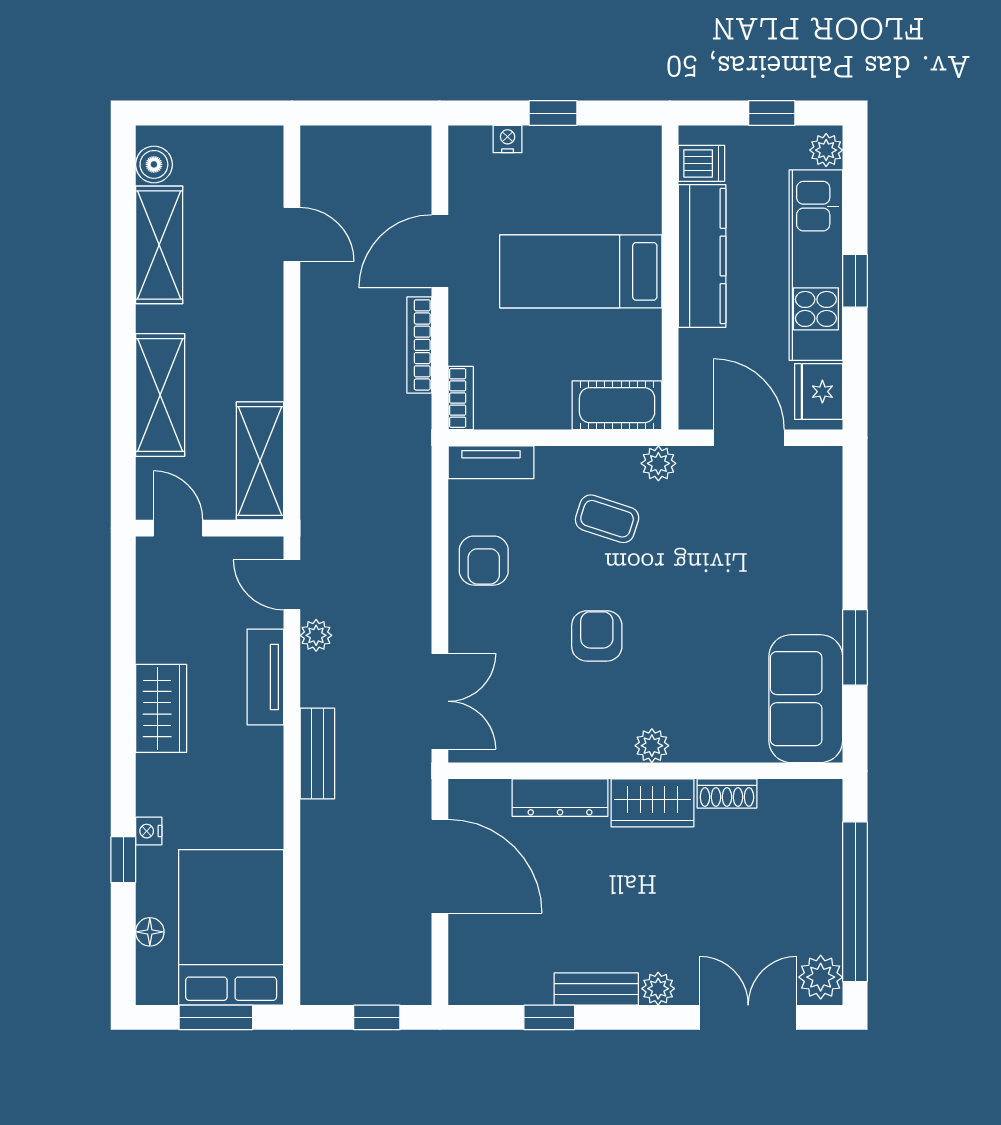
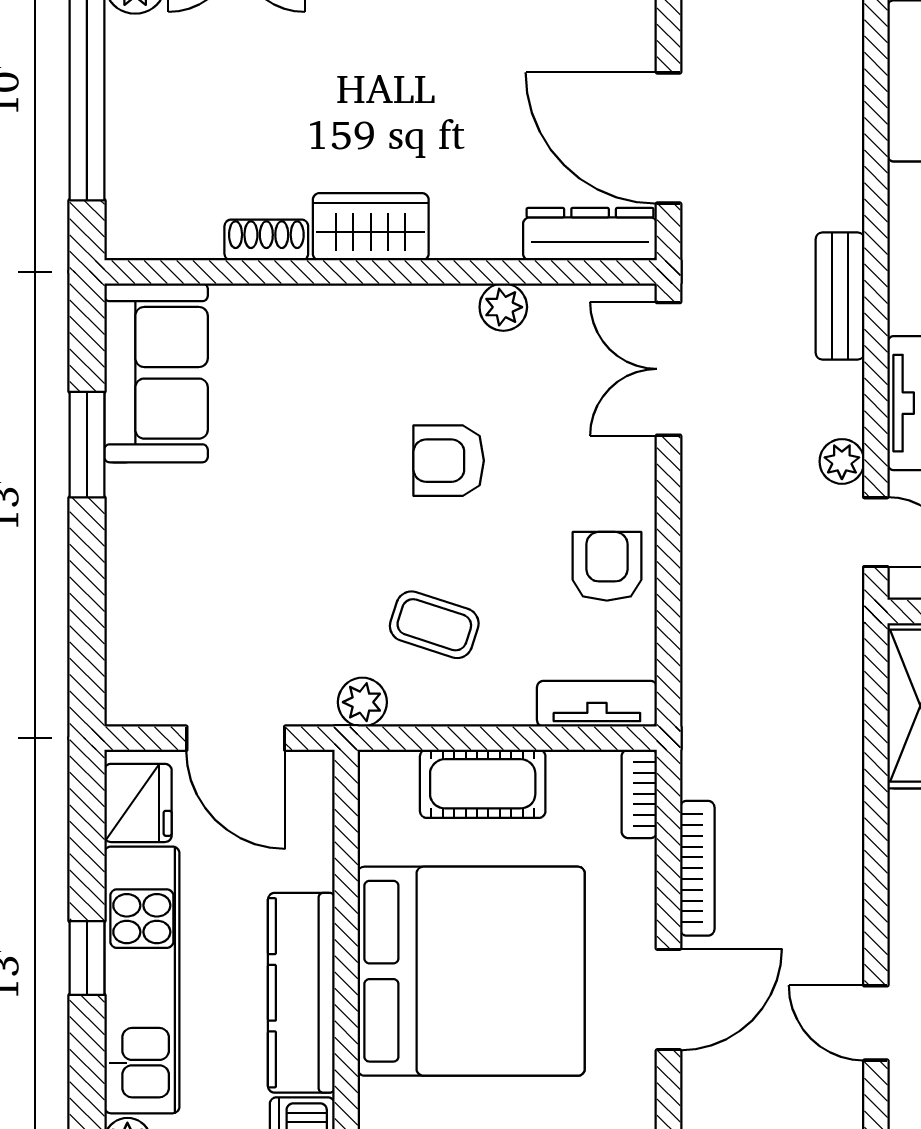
bed: (581, 271) -> (471, 971), width x2.04
cot: (617, 405) -> (483, 784), moved
armchair: (597, 636) -> (449, 461), turned 90
plant: (652, 746) -> (503, 307), moved
dresser: (560, 798) -> (590, 234), moved

